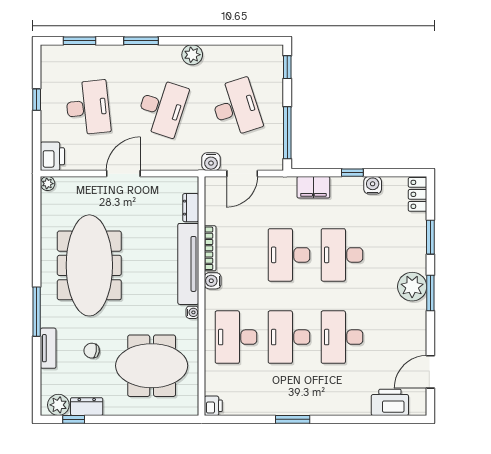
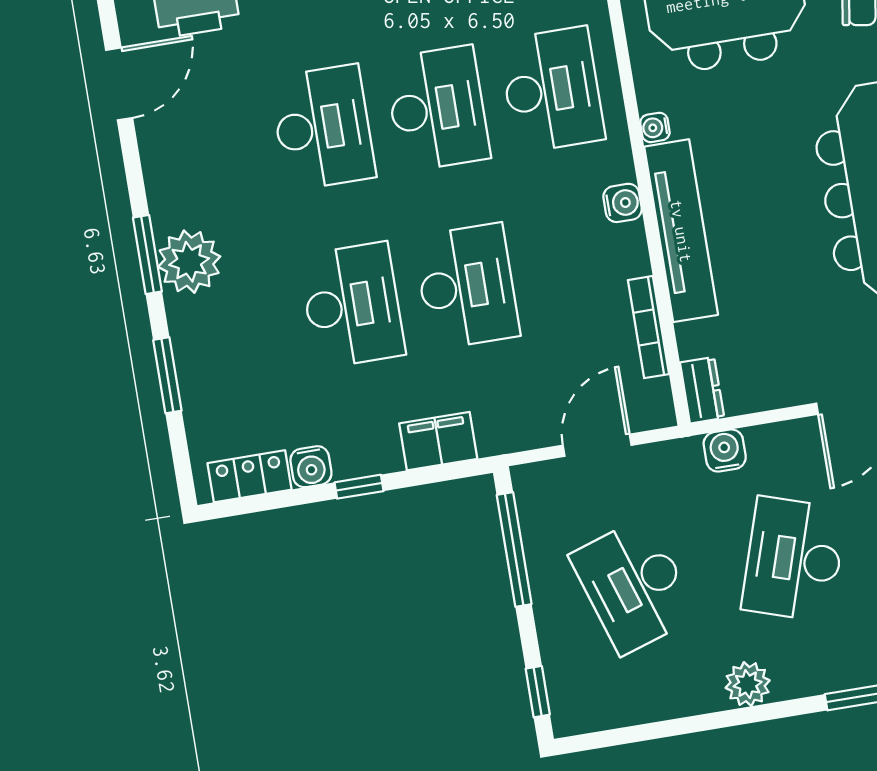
water cooler: (211, 162) -> (725, 451), moved
locker: (418, 194) -> (250, 476), moved, turned -90
dresser: (191, 208) -> (702, 390), moved
bookcase: (210, 248) -> (648, 327), moved

